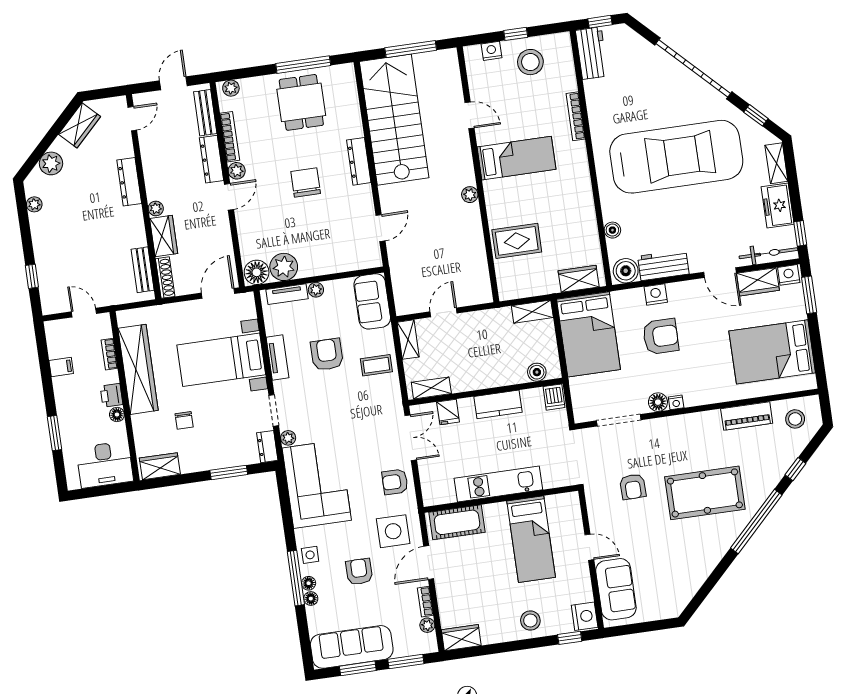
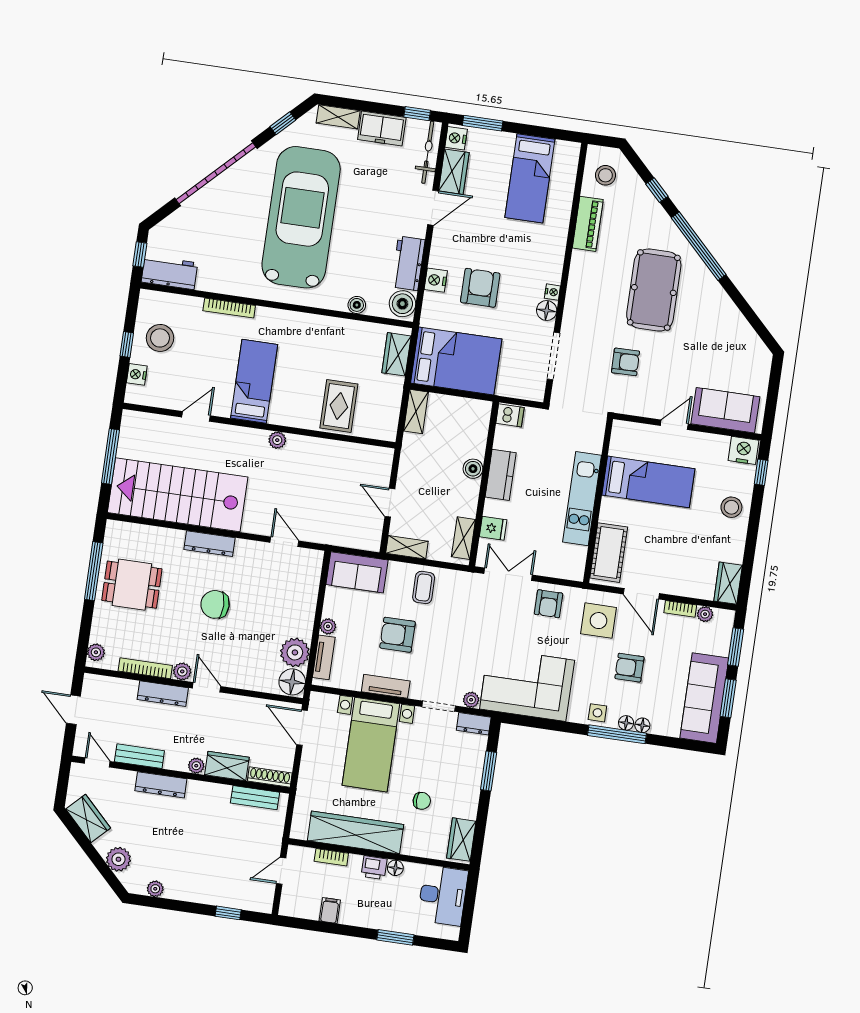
bench: (205, 113) -> (139, 756), moved
bed: (772, 352) -> (530, 178), width x0.67
boiler: (537, 372) -> (473, 469), moved

